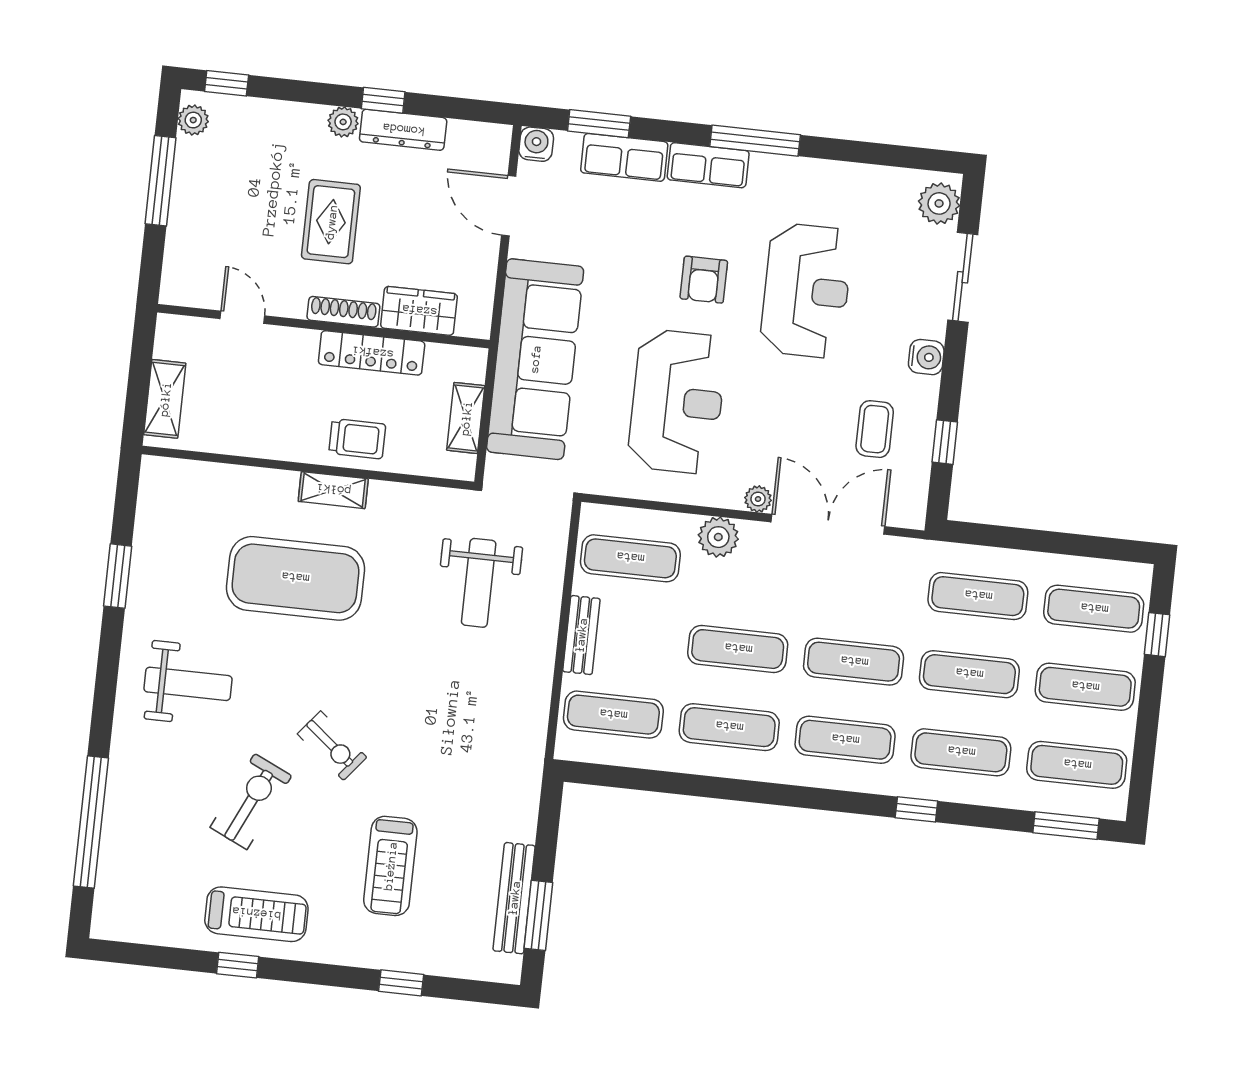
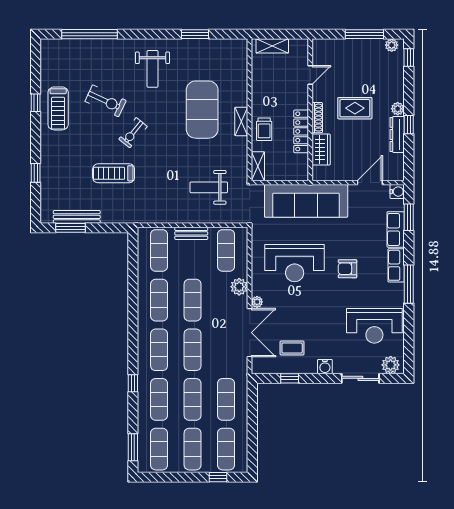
reception desk: (806, 291) -> (374, 326), moved
shelving: (466, 418) -> (258, 166), moved, turned 90
treadmill: (390, 866) -> (114, 173), moved

